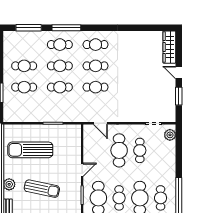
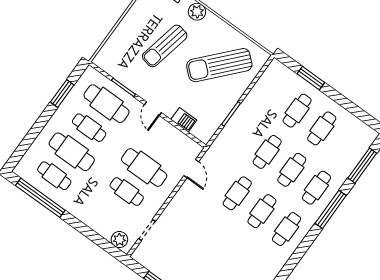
door: (100, 123) -> (191, 169), swing flipped
barbecue: (76, 148) -> (184, 120), added
sun lounger: (30, 150) -> (219, 65), turned -138

